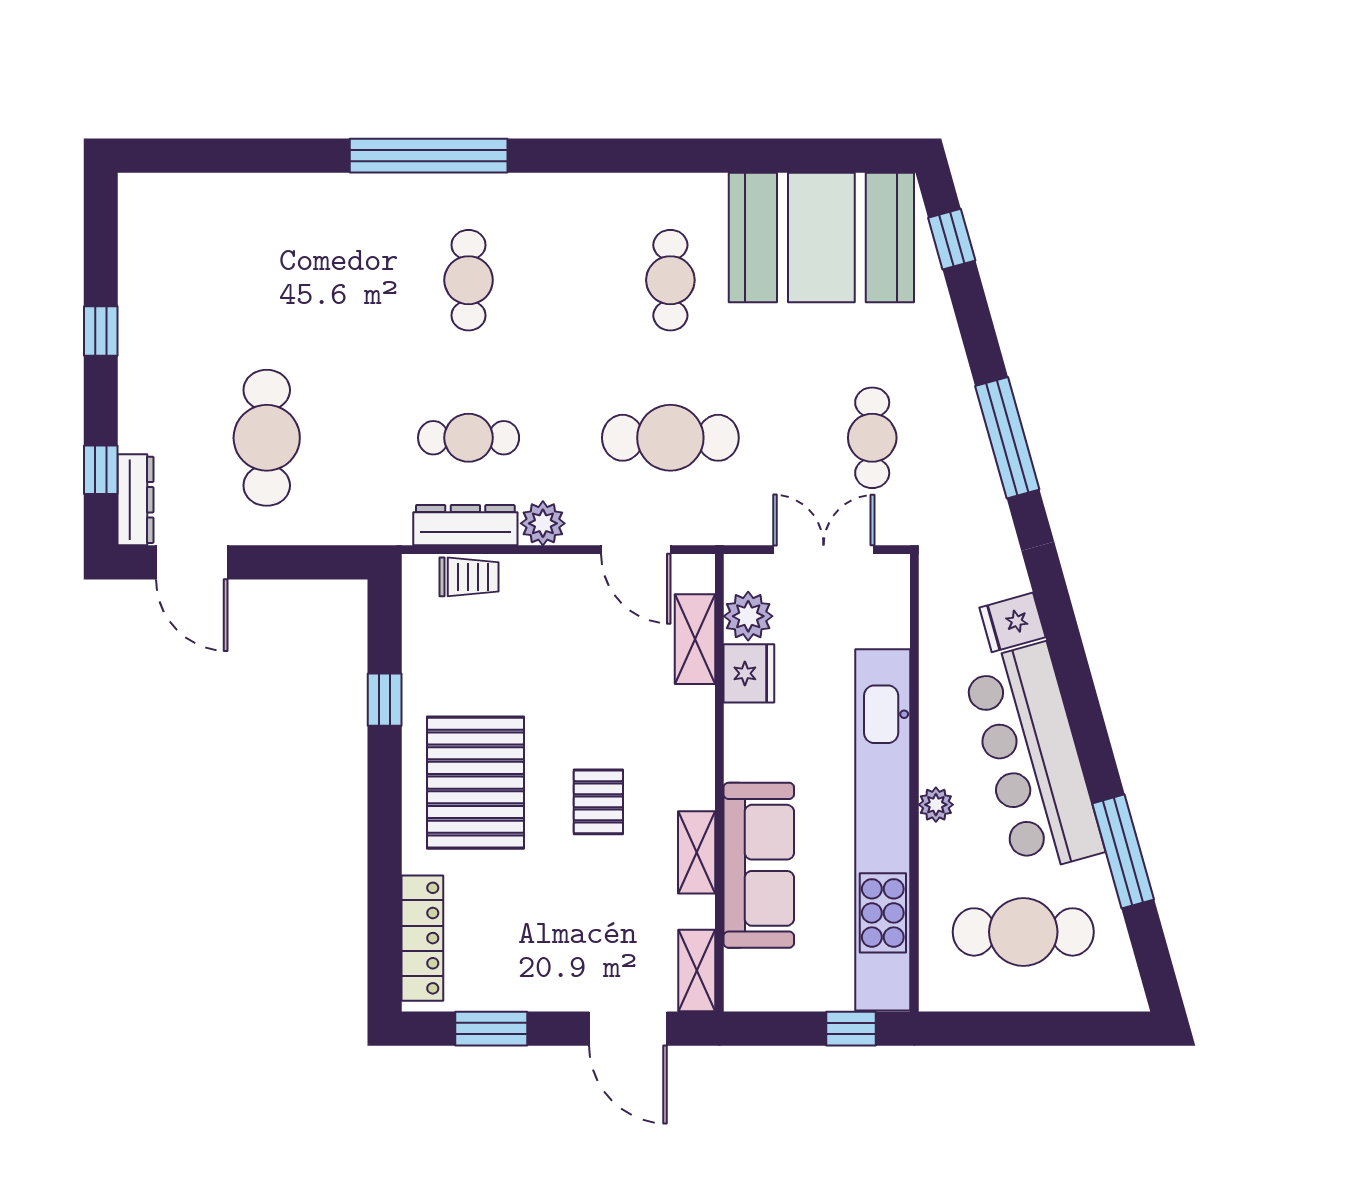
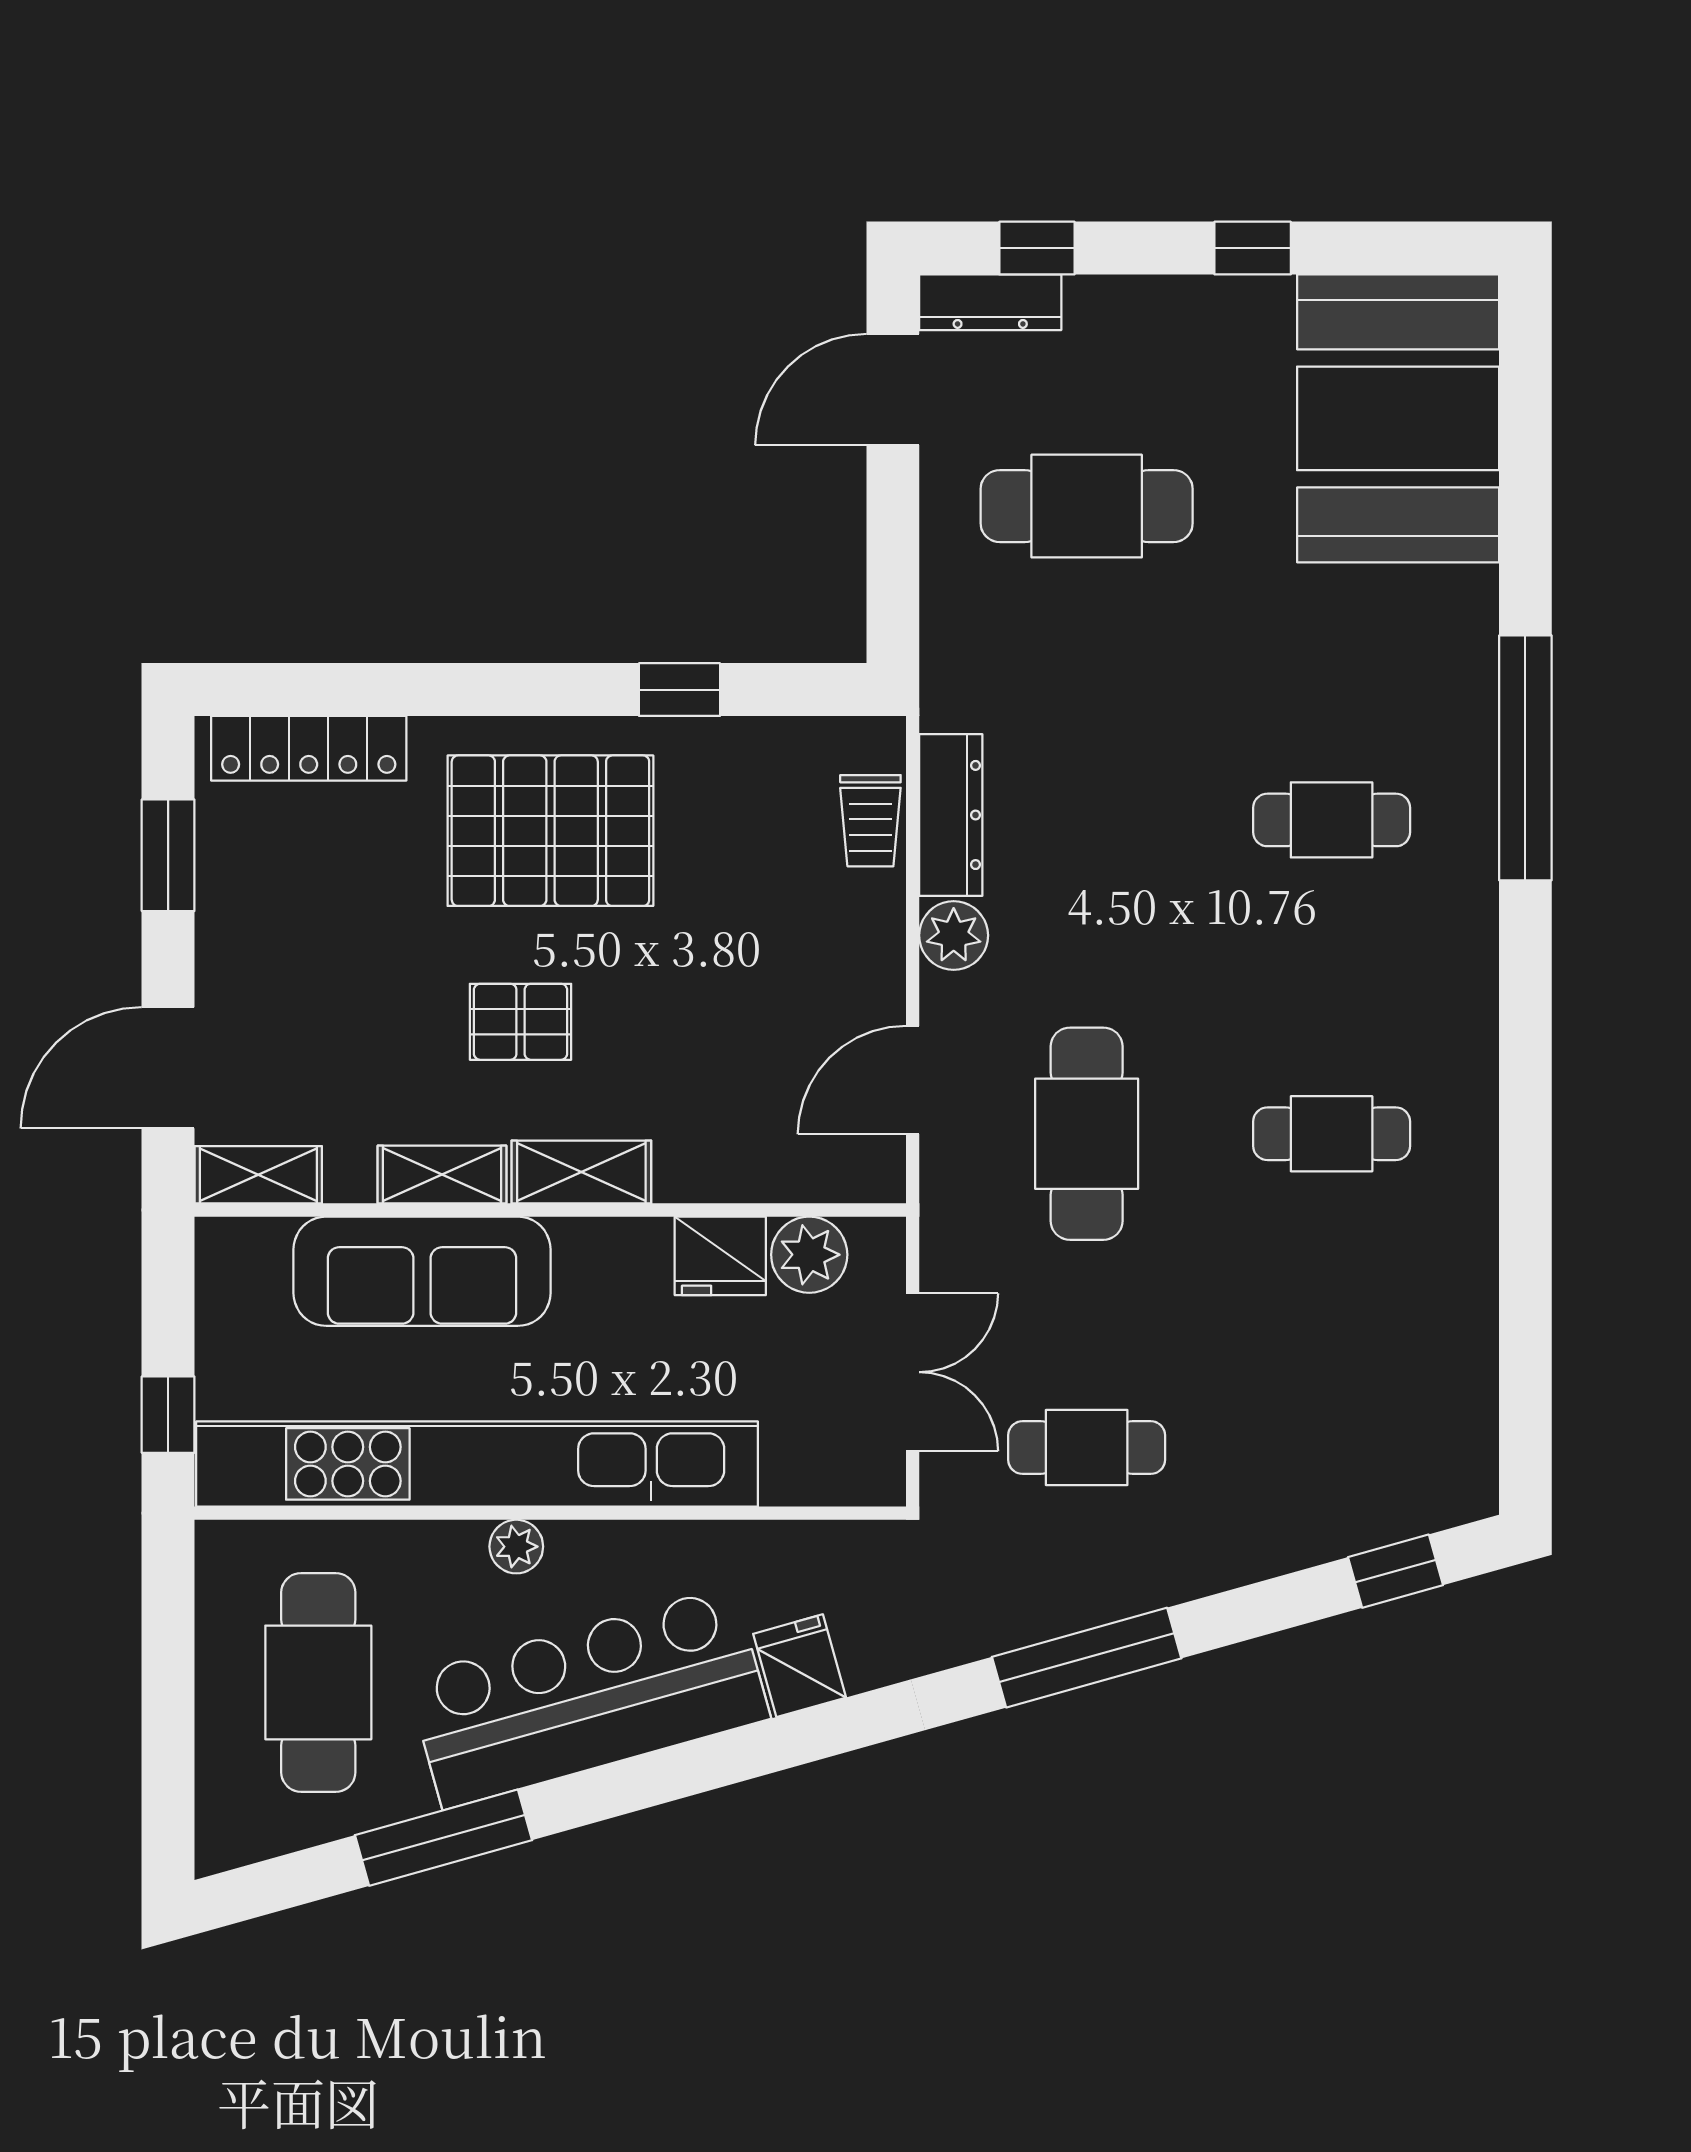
booth: (821, 237) -> (1398, 418), moved
cafe table: (469, 438) -> (1087, 820), removed
shelving: (695, 639) -> (581, 1172), moved

